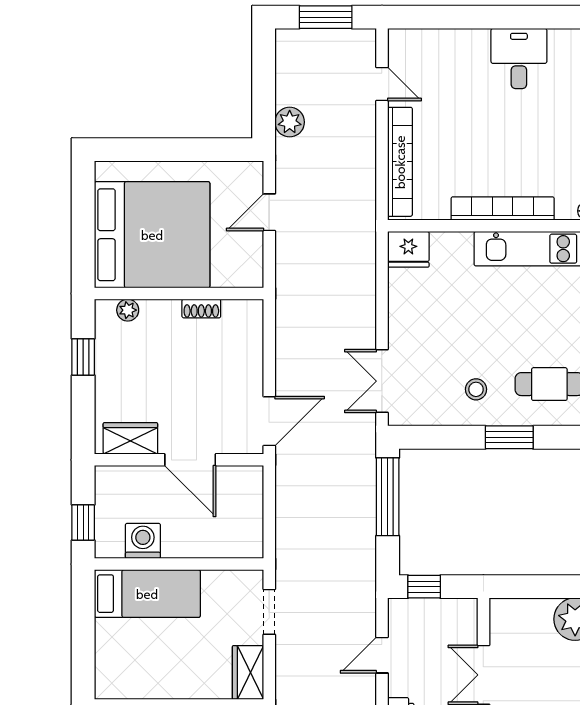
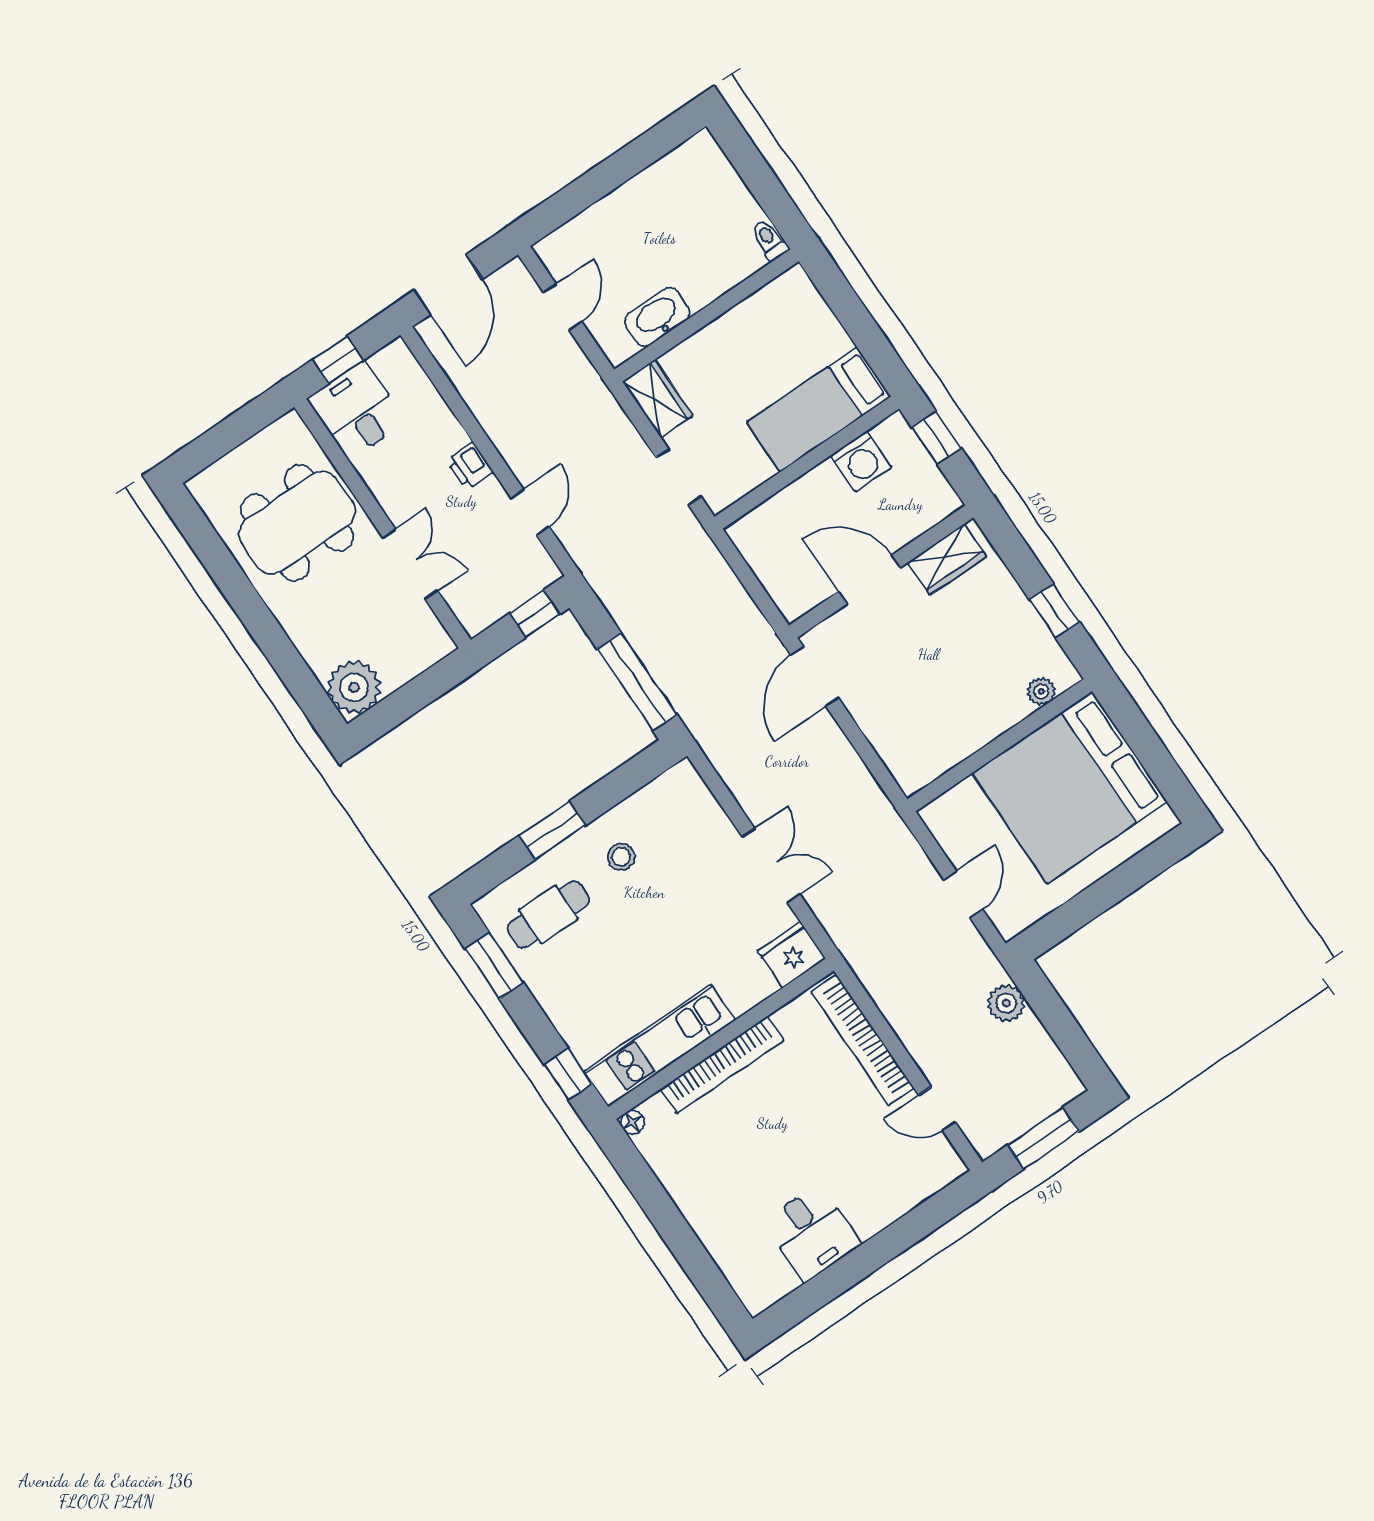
shoe rack: (201, 309) -> (966, 746), removed
double door: (382, 381) -> (771, 866), moved

